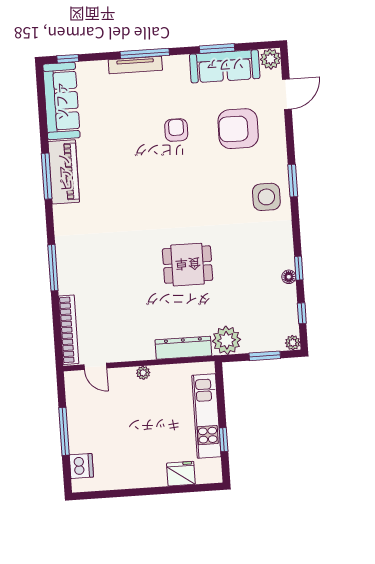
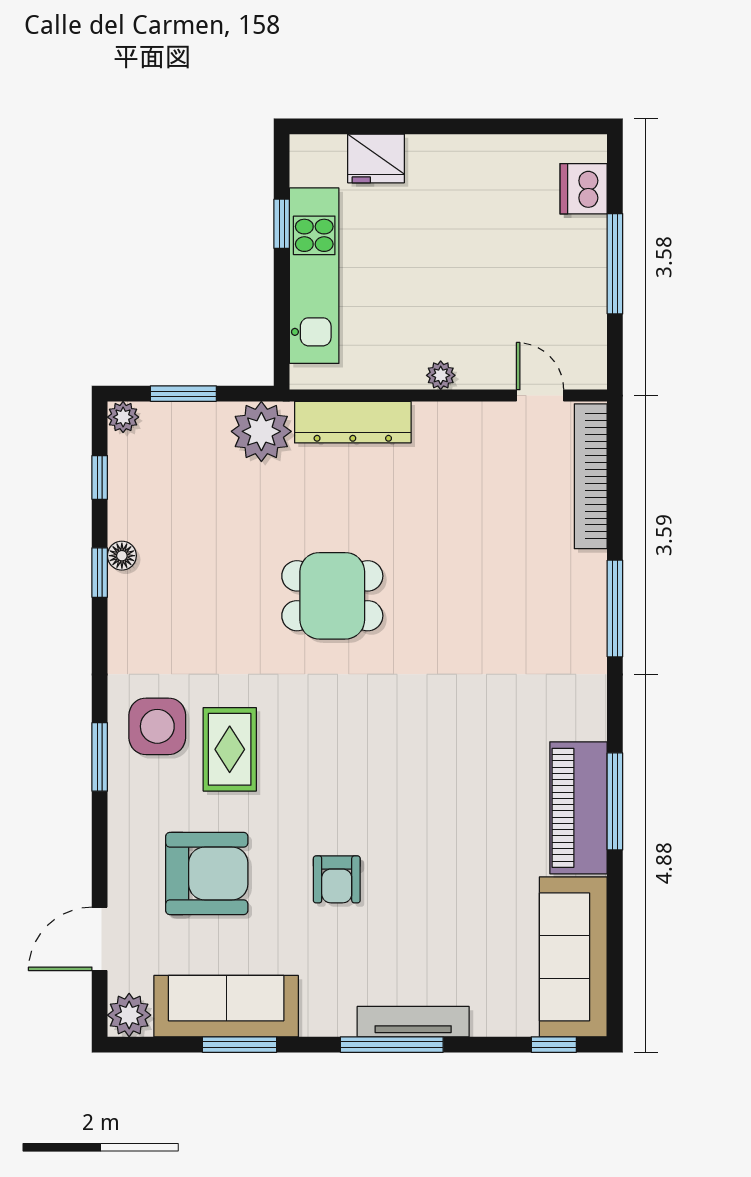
rug: (231, 188) -> (230, 749), added

